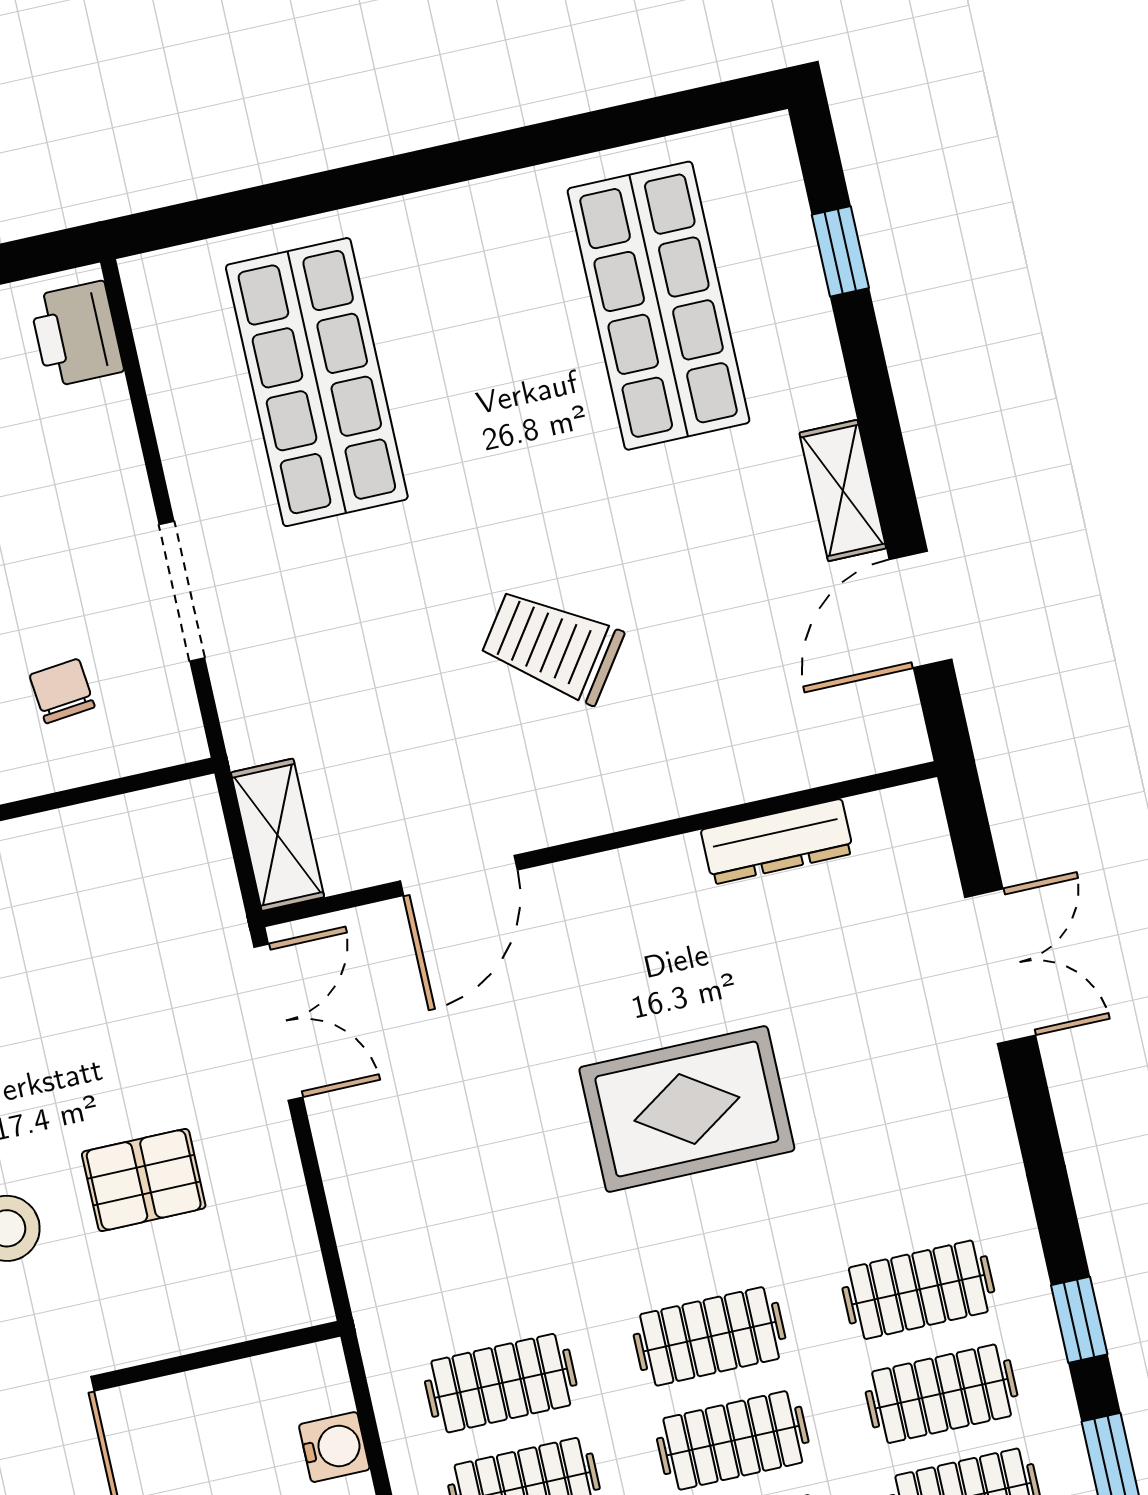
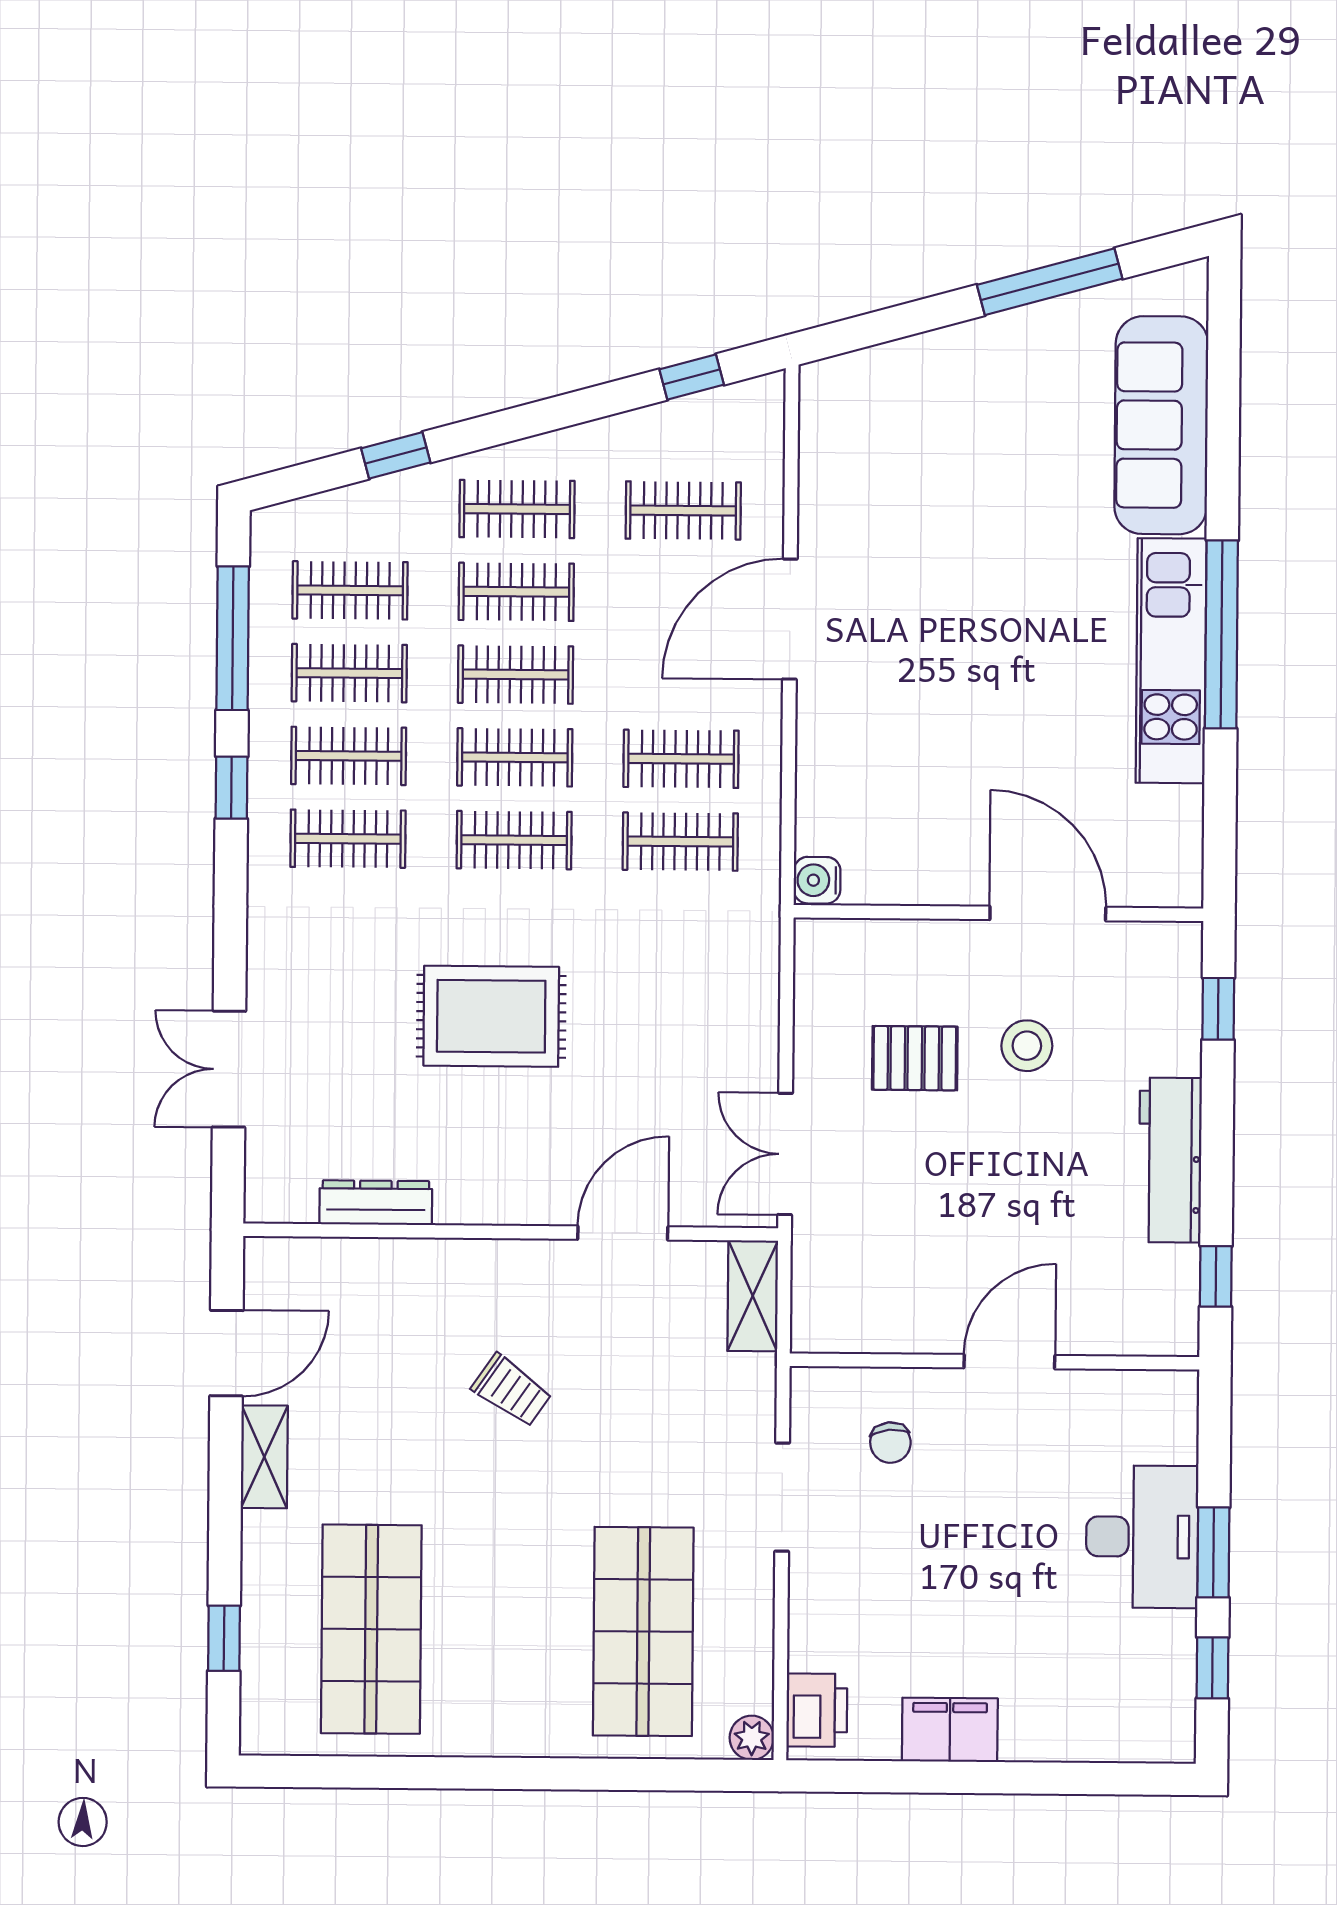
plant: (150, 281) -> (752, 1738), added
trolley: (552, 646) -> (512, 1390), width x0.73, depth x0.72
water cooler: (334, 1447) -> (817, 880), moved

